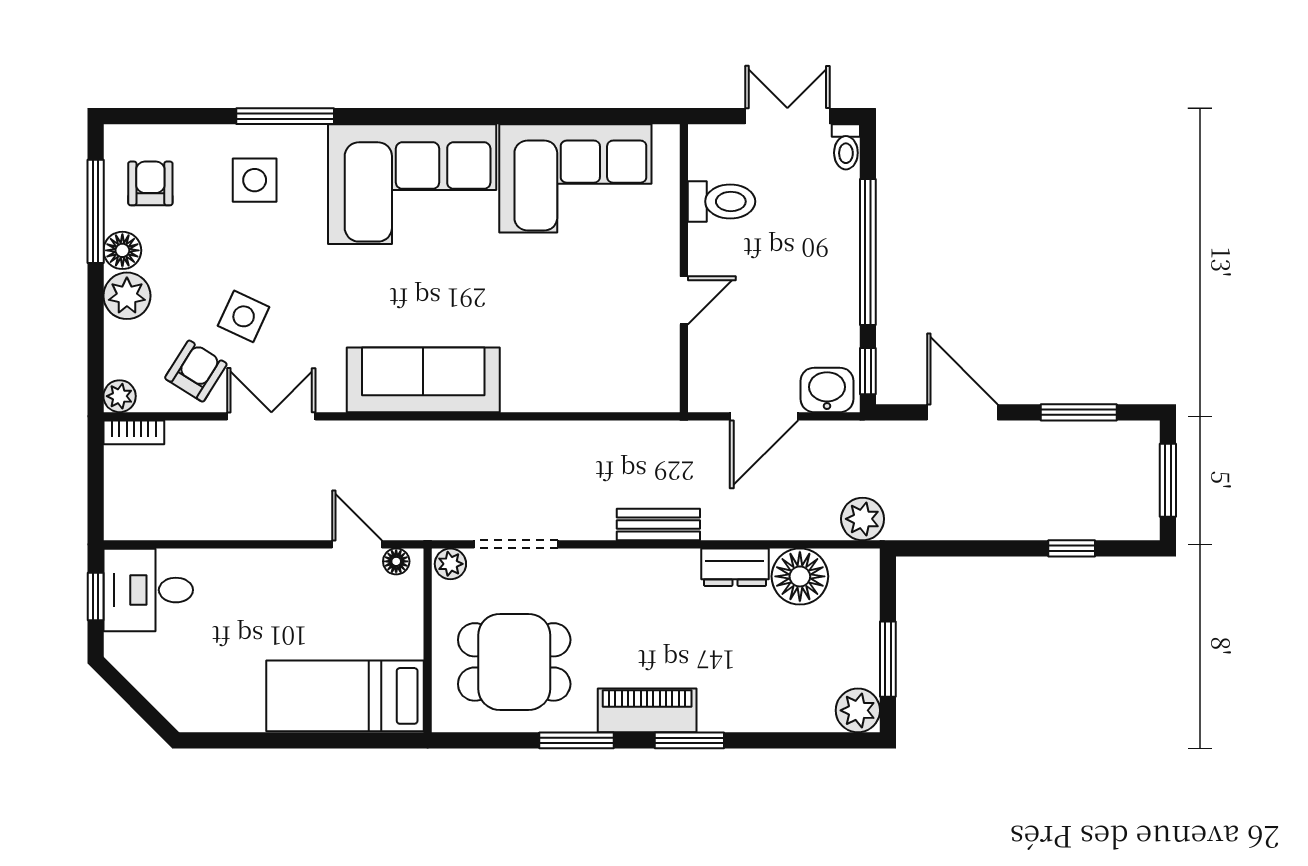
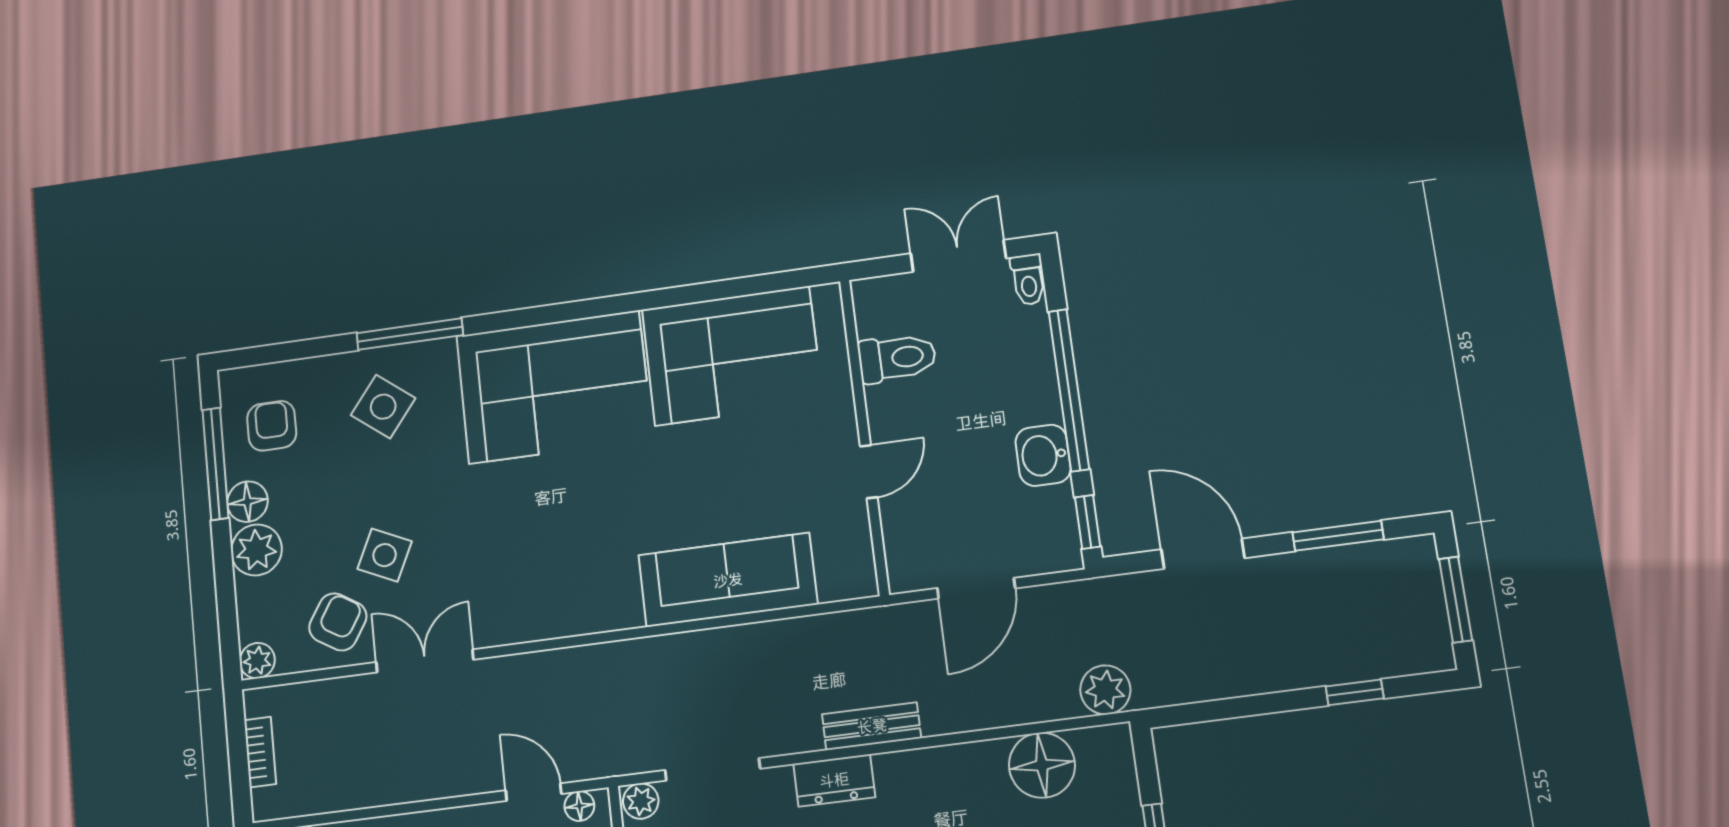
side table: (255, 180) -> (383, 407), turned 38
sofa: (423, 380) -> (728, 580), moved
washbasin: (827, 390) -> (1043, 455), moved, turned -90
bookcase: (134, 432) -> (260, 752), moved, turned -90
dresser: (735, 567) -> (834, 780), moved

